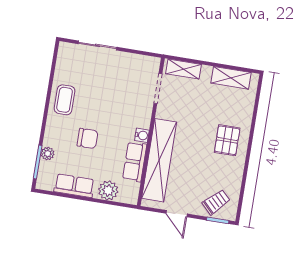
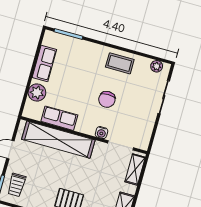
water cooler: (142, 135) -> (102, 133), moved
chair: (87, 138) -> (107, 99), moved
plant: (48, 154) -> (157, 66), moved
trolley: (216, 202) -> (17, 185), turned 45

